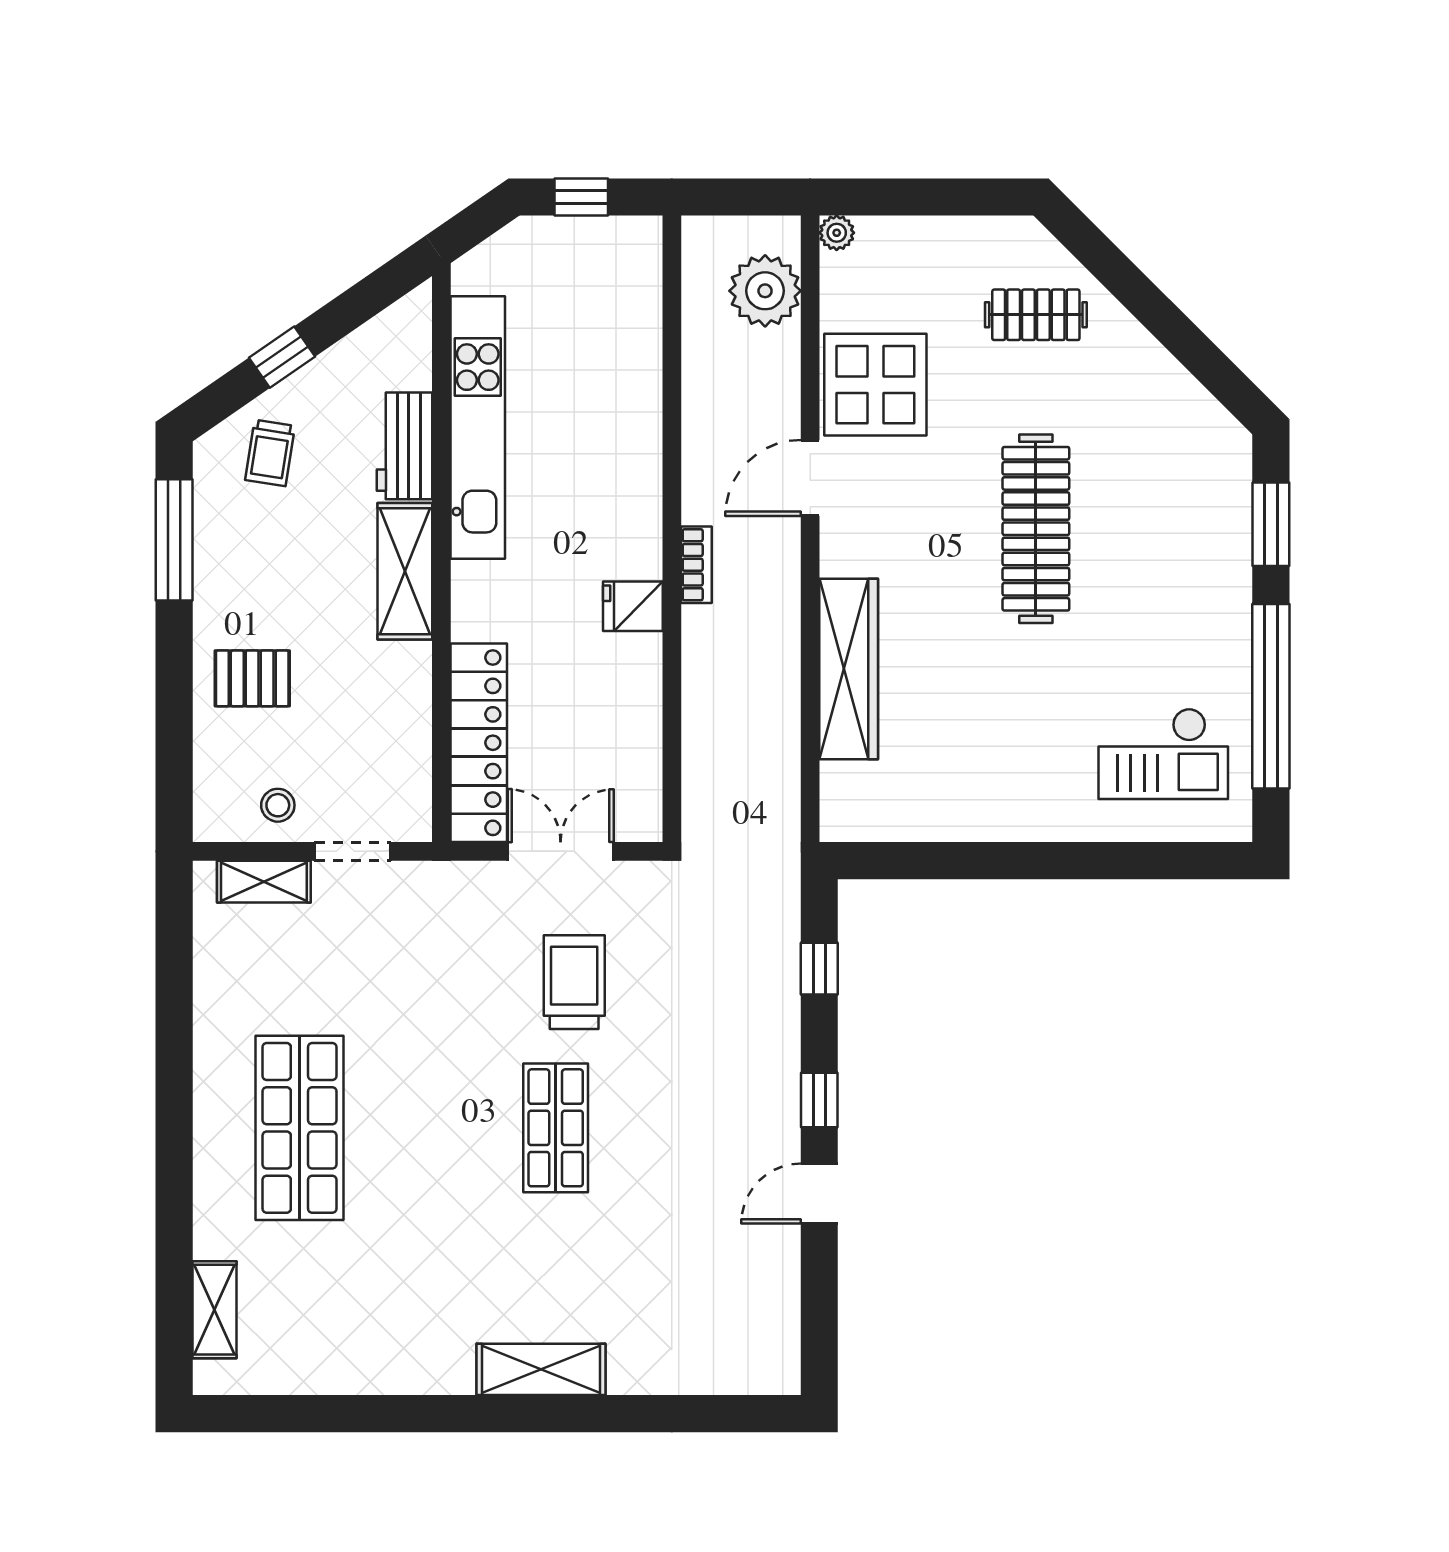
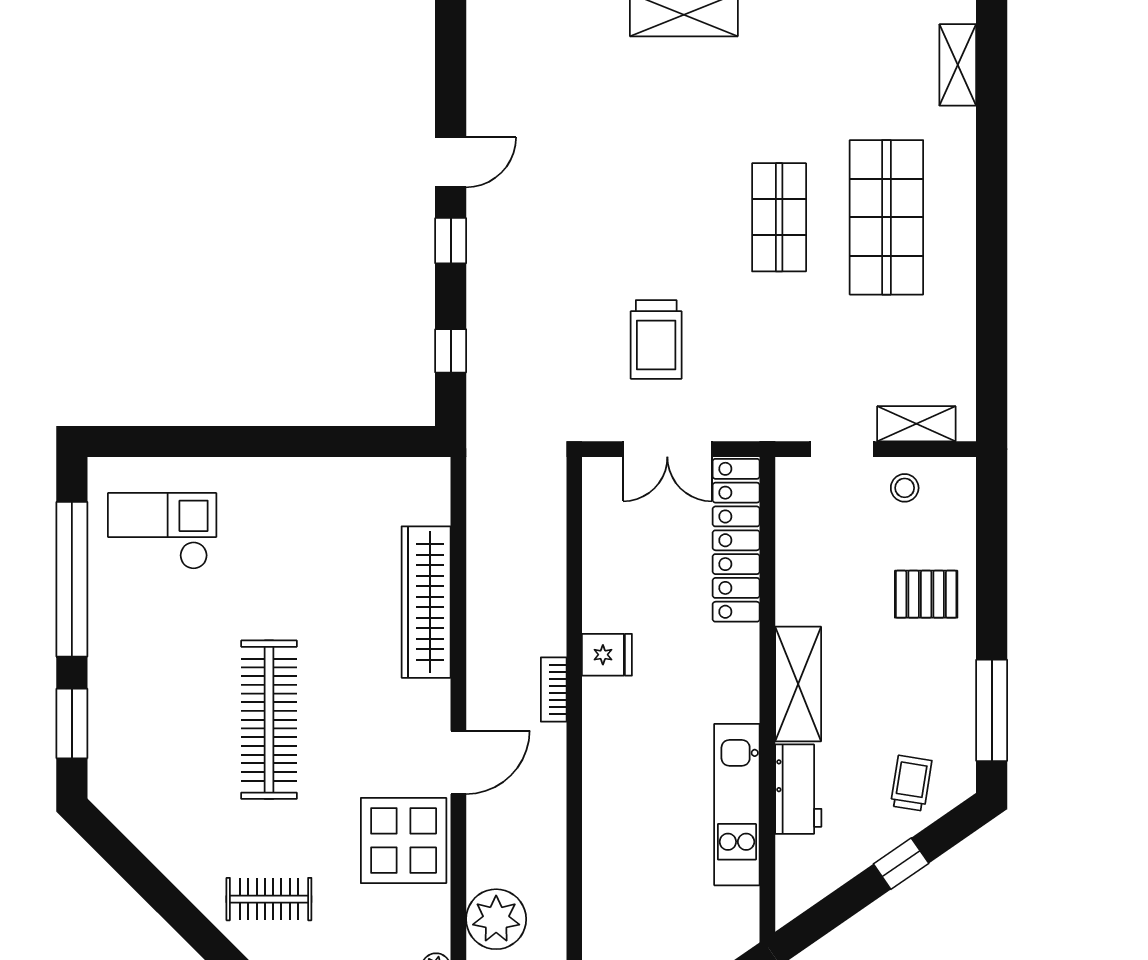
kitchen unit: (478, 428) -> (737, 805), width x0.73
shop shelf: (556, 1128) -> (779, 217), moved

